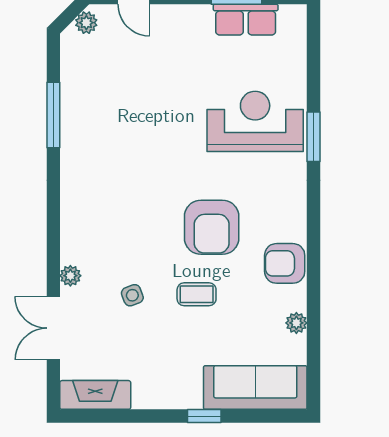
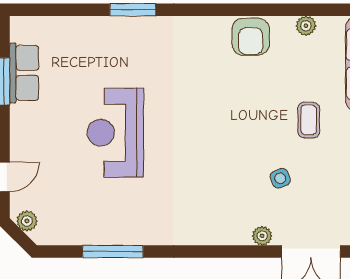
reception desk: (255, 121) -> (115, 133), moved
armchair: (212, 227) -> (217, 105), removed
coffee table: (197, 294) -> (309, 120), moved

